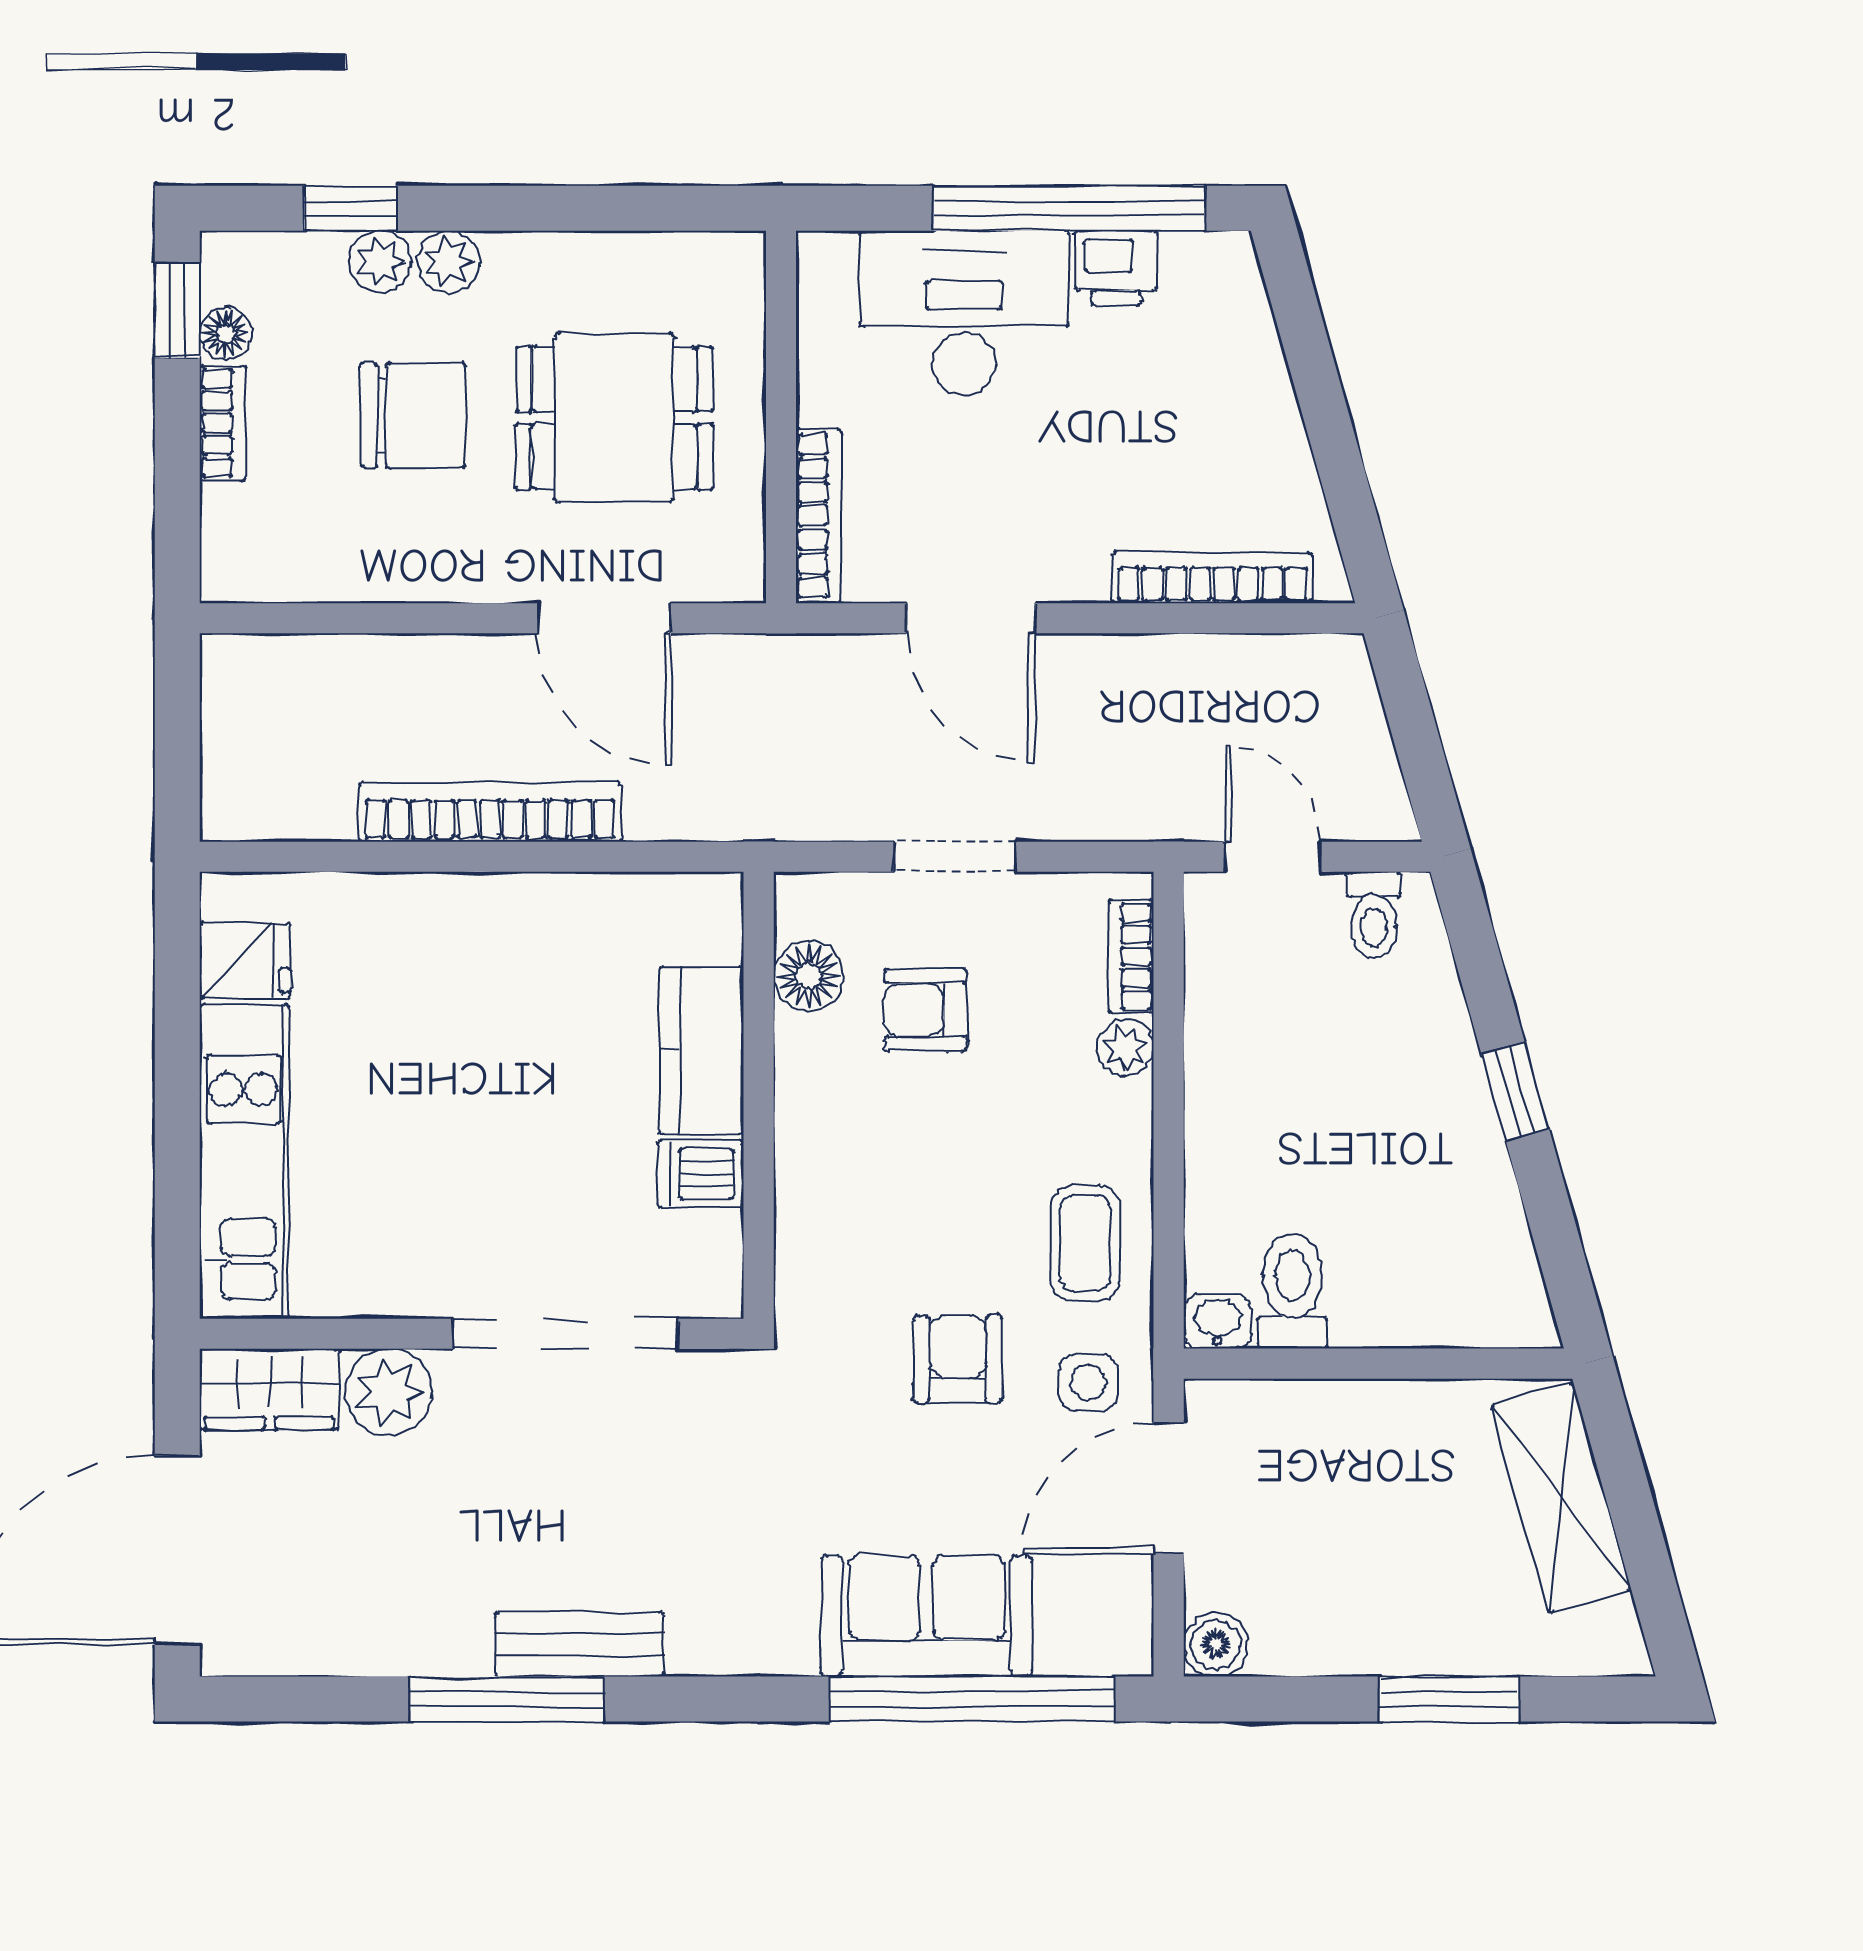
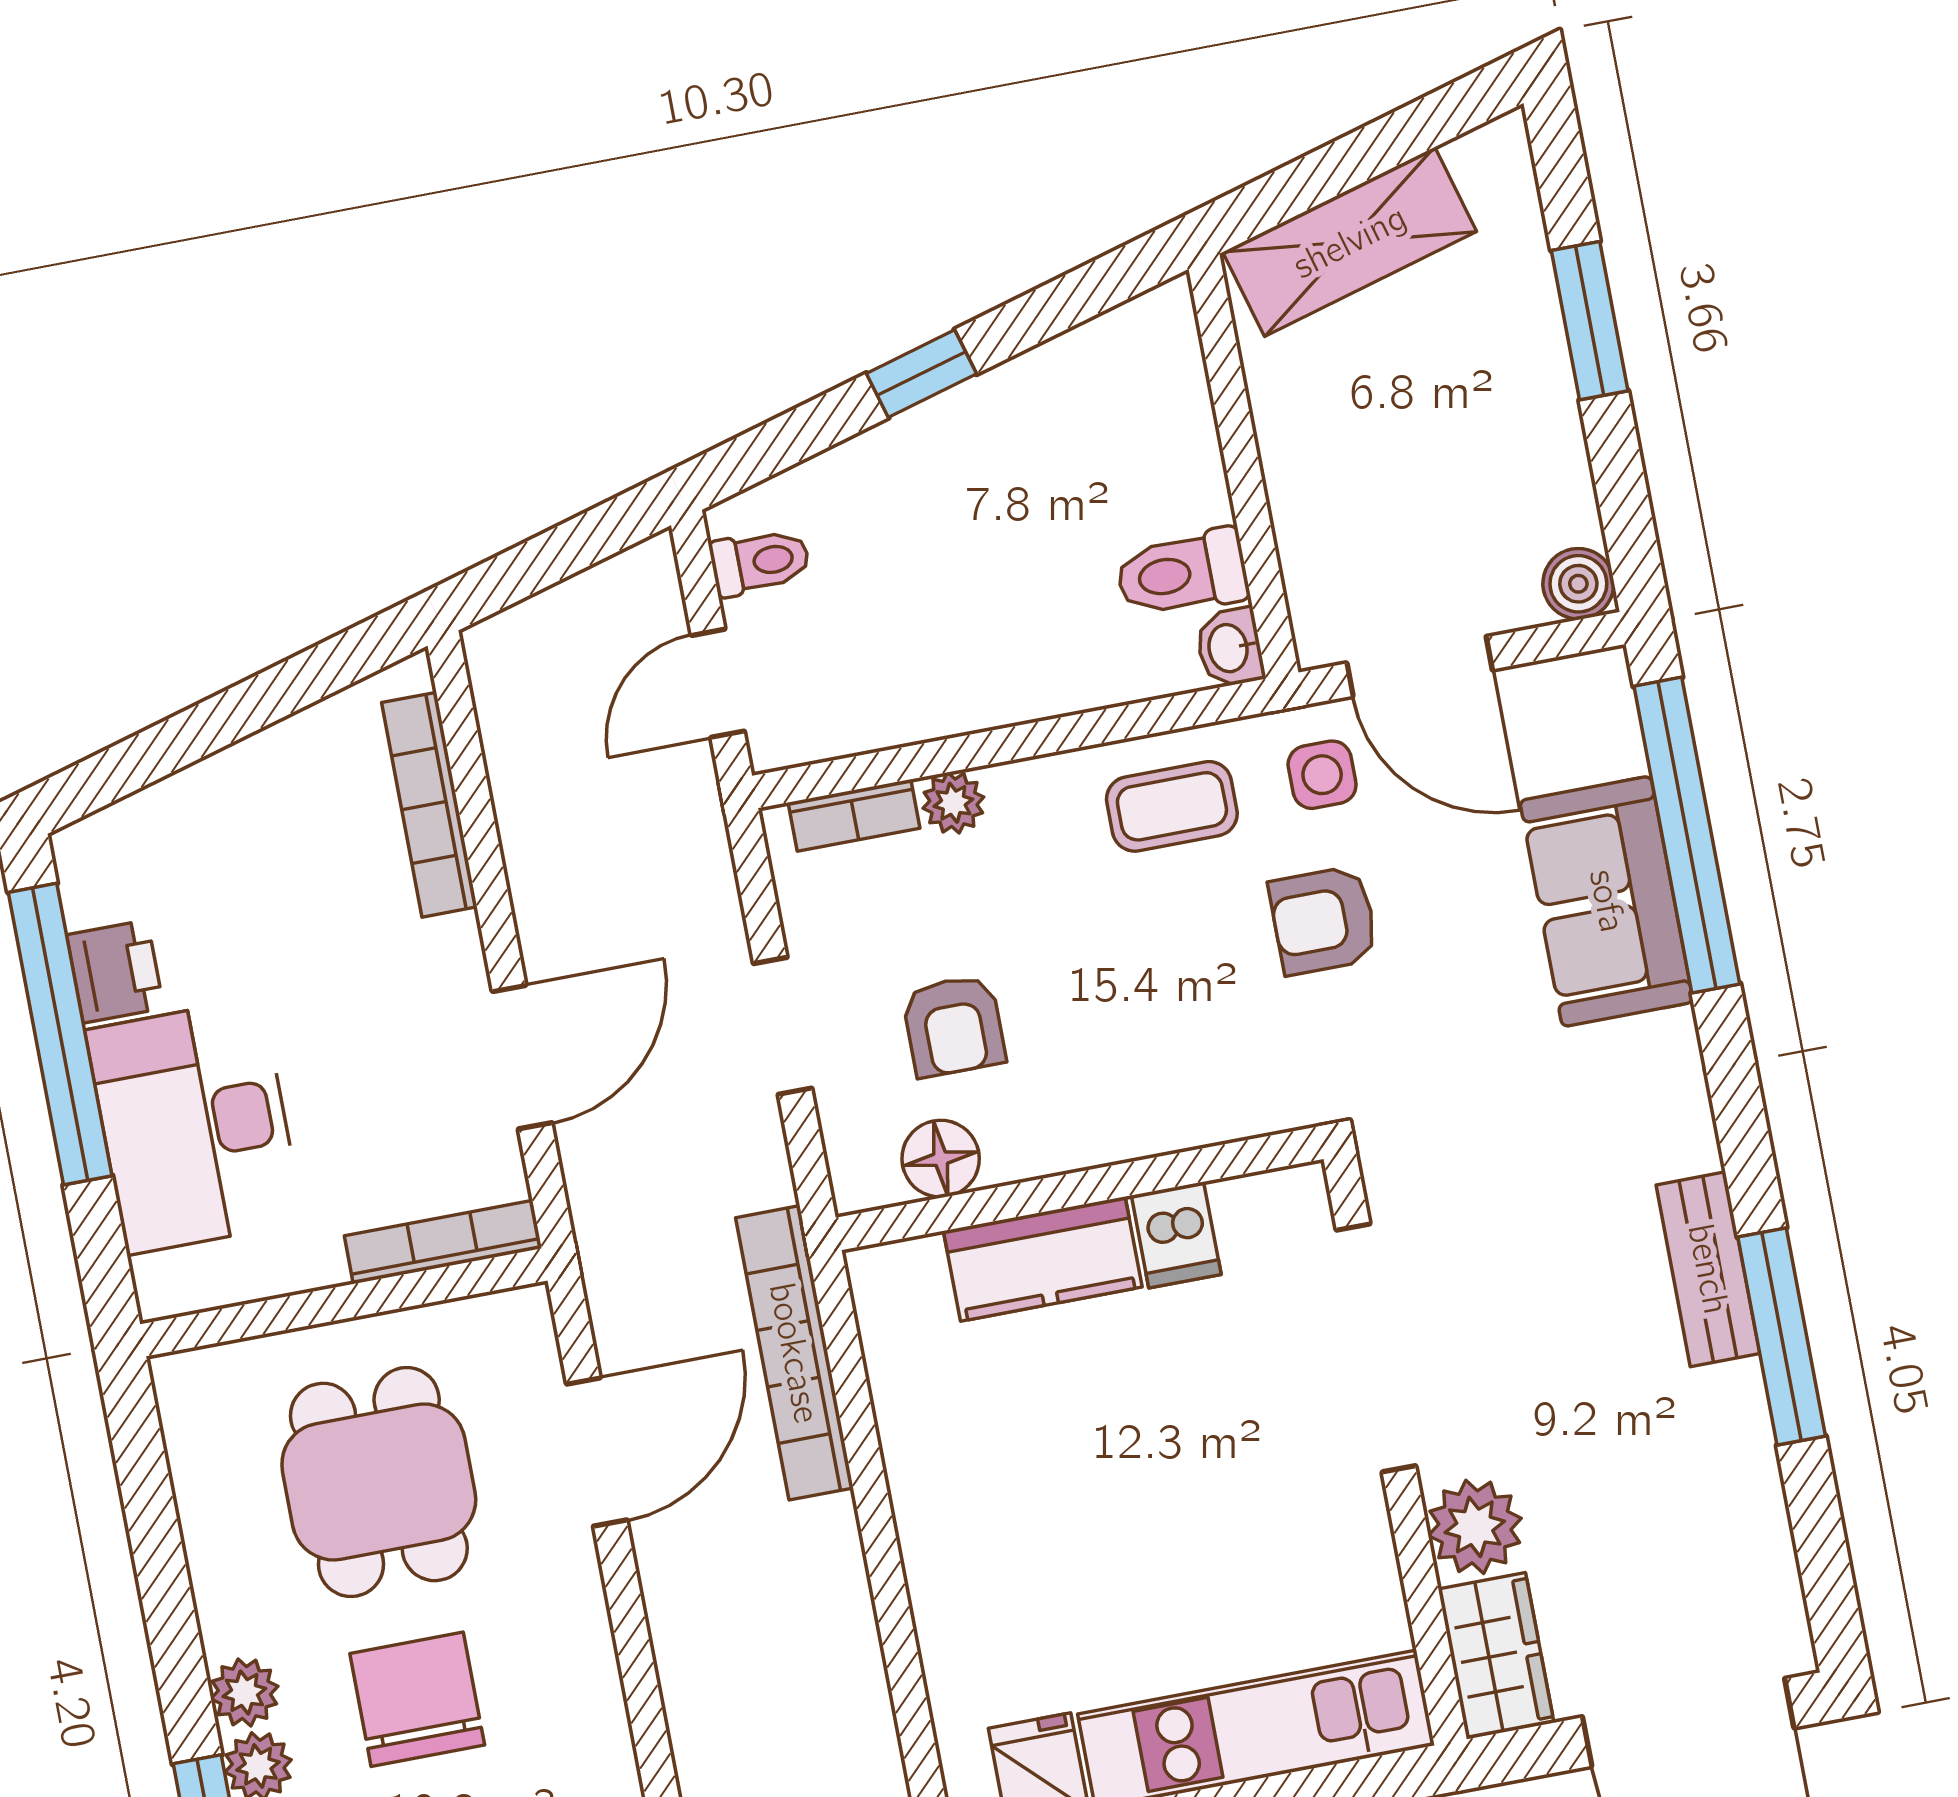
bookcase: (490, 812) -> (794, 1353), moved

